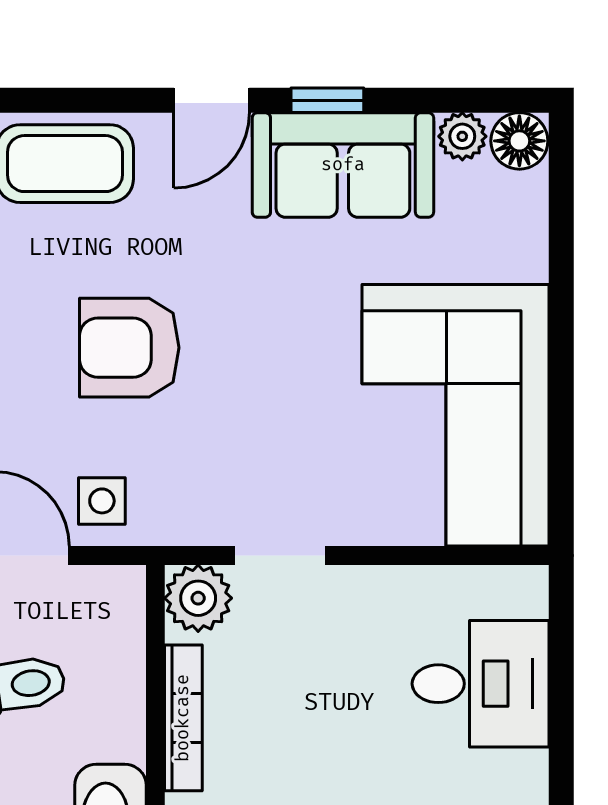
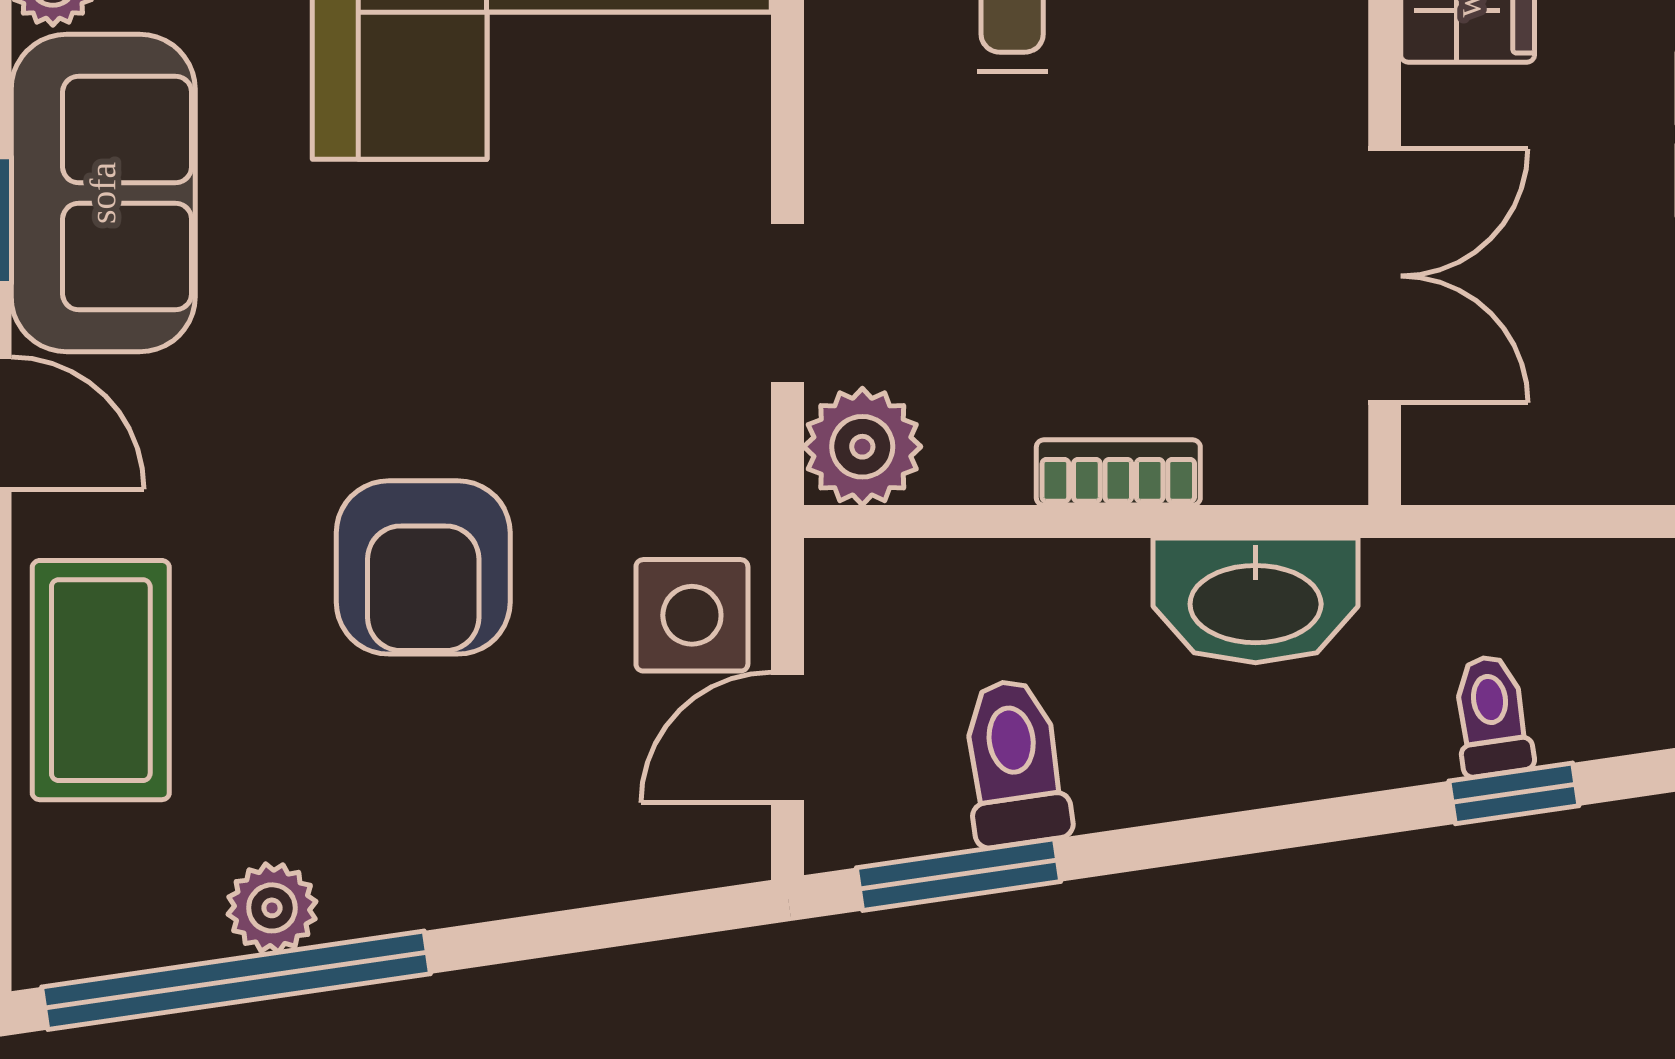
side table: (102, 501) -> (692, 615), width x1.37, depth x1.37
bookcase: (183, 718) -> (1118, 472), width x0.64

